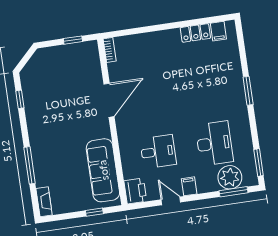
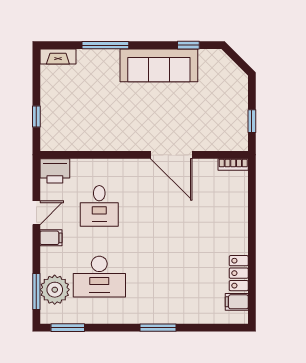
sofa: (103, 170) -> (159, 65), moved, turned 180

